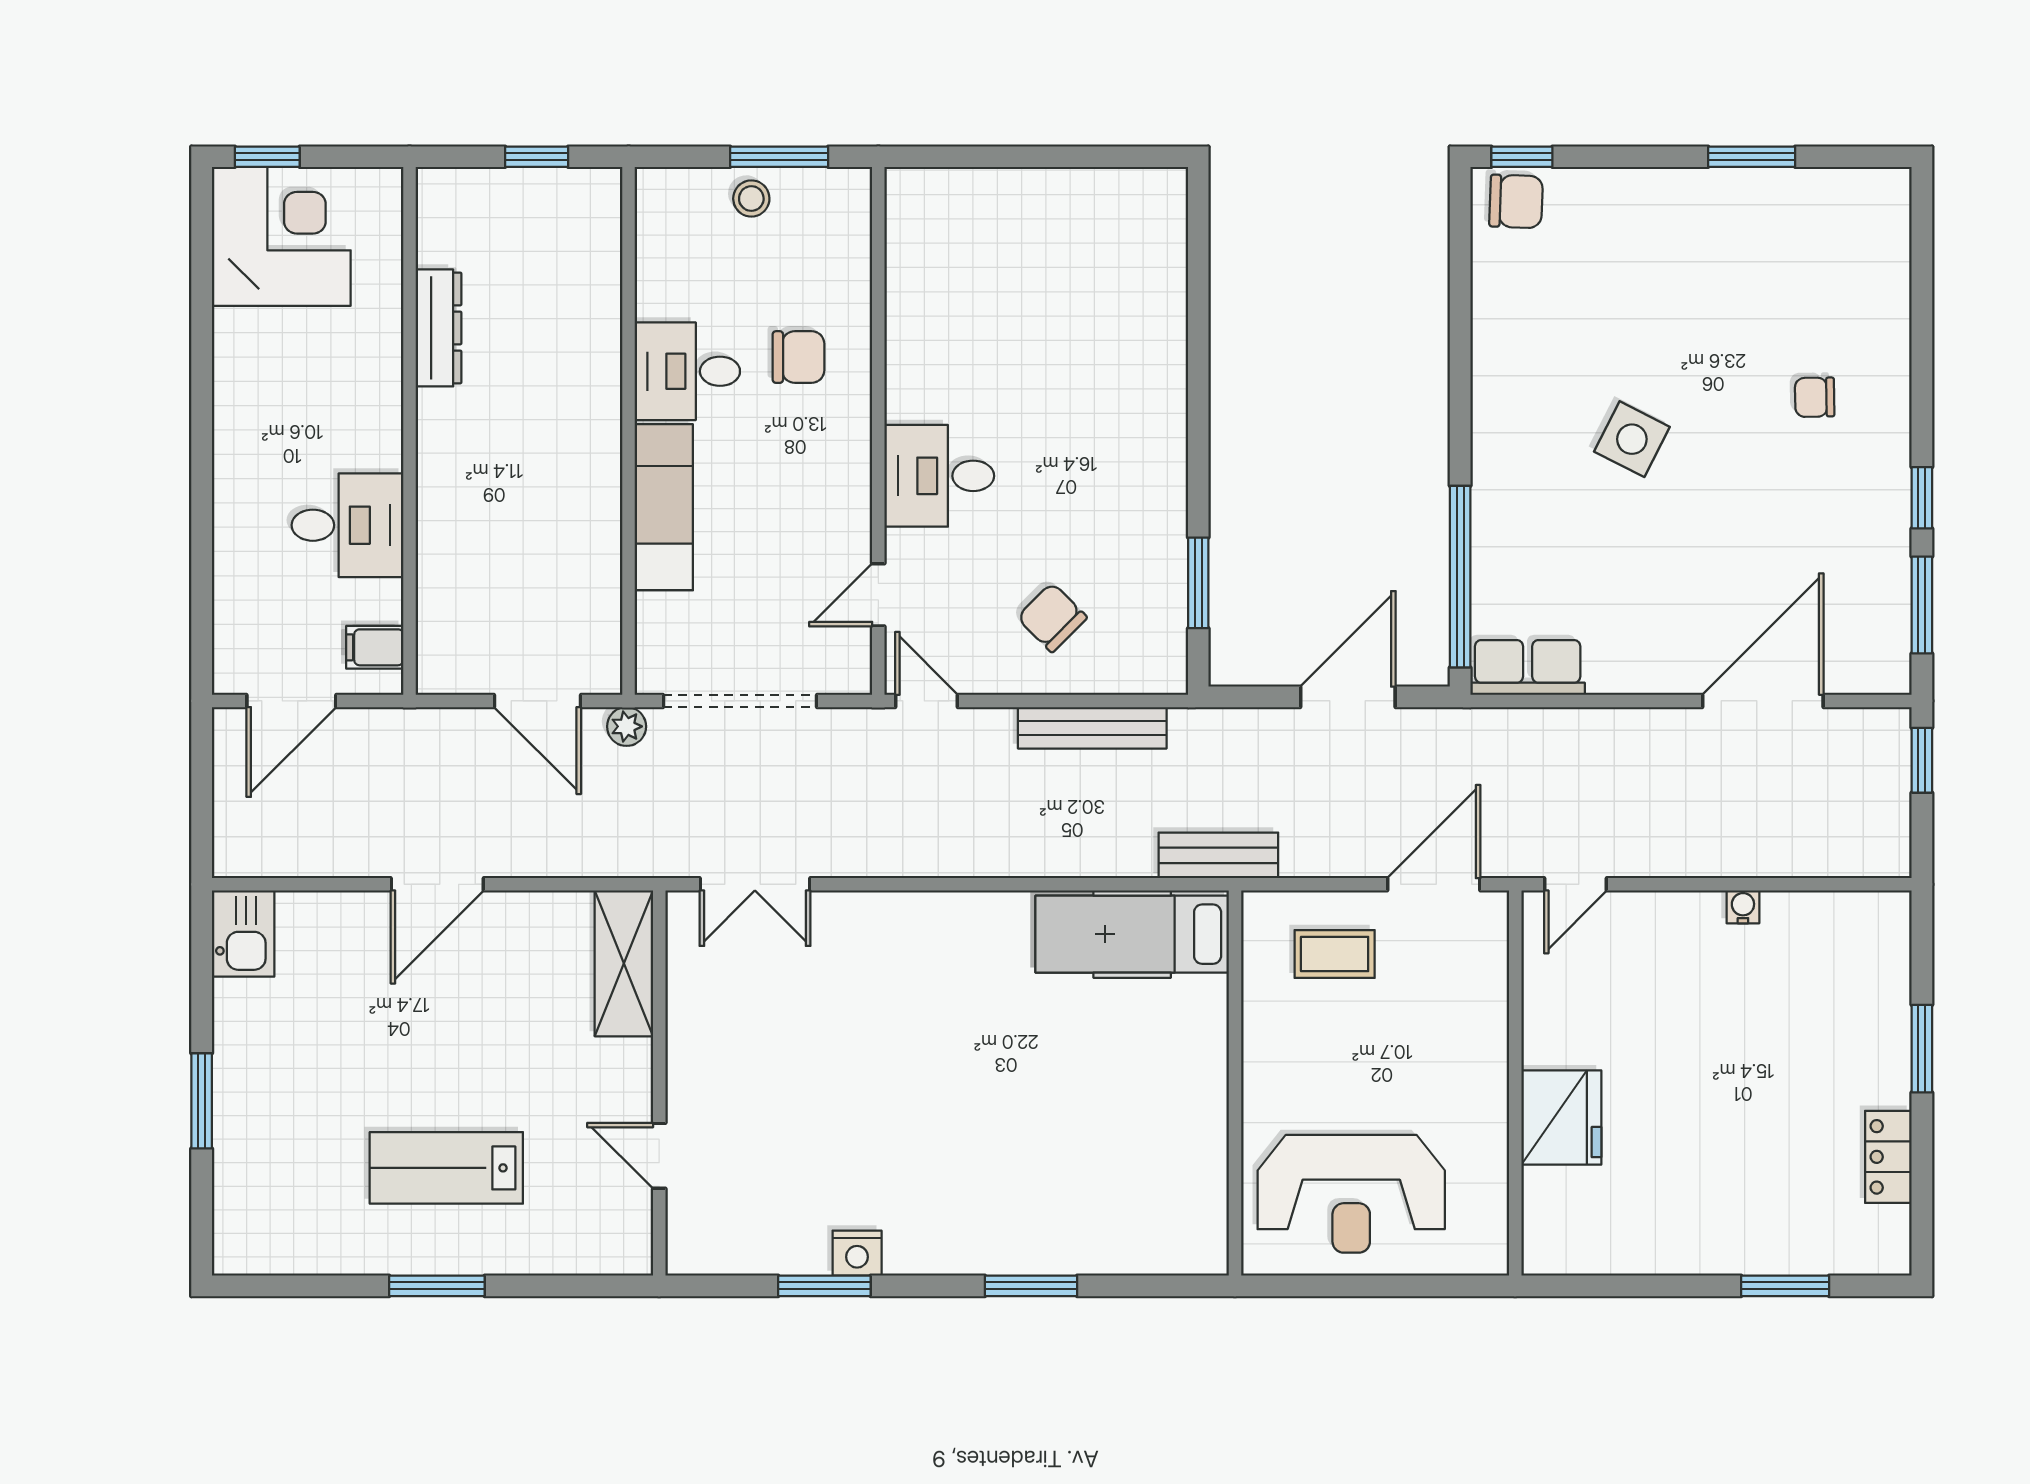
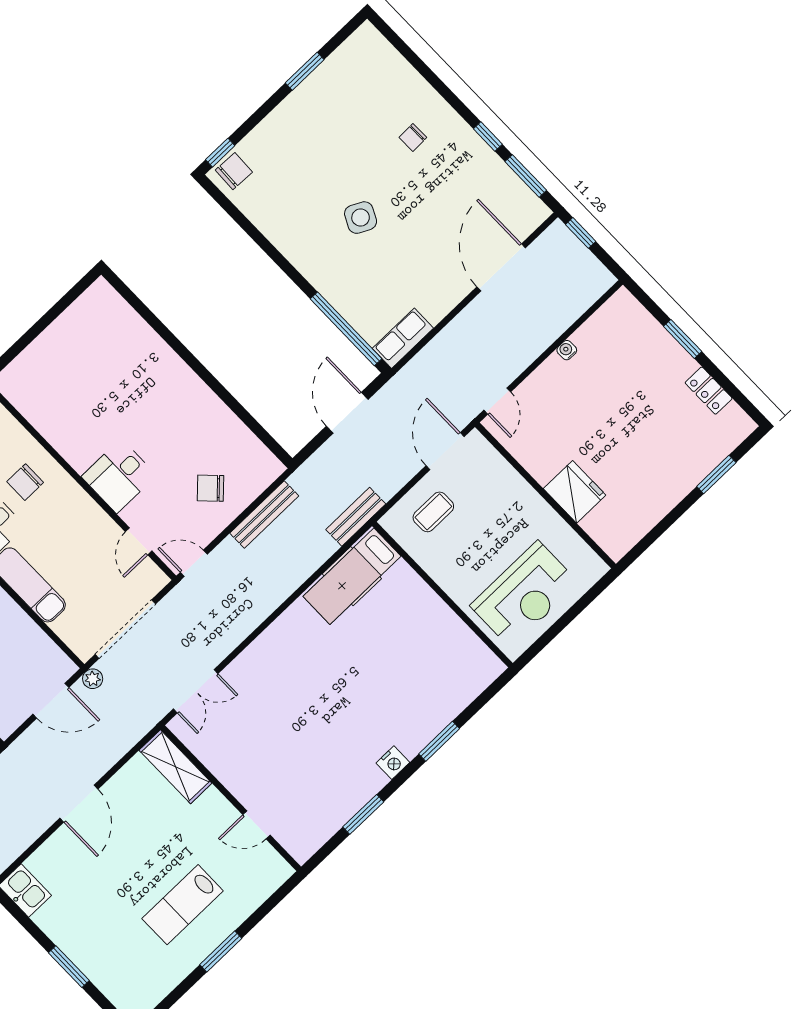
chair: (798, 357) -> (25, 482), turned 180
window: (1198, 583) -> (252, 424), removed
nightstand: (857, 1253) -> (393, 763), moved

